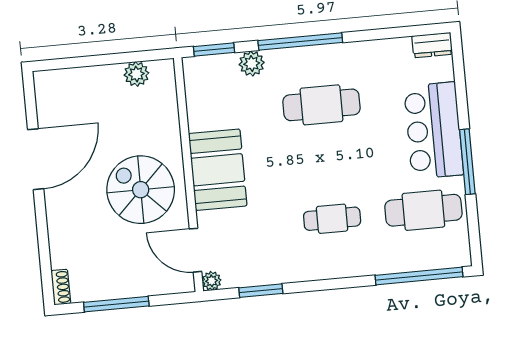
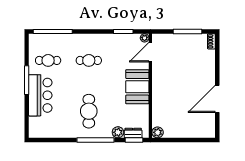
dresser: (432, 45) -> (133, 133), moved
plant: (136, 74) -> (158, 132), moved
cafe table: (321, 105) -> (89, 111), turned 90
spiral stairs: (141, 190) -> (172, 81), removed
cafe table: (423, 210) -> (48, 60), width x0.73, depth x0.74
door: (196, 250) -> (150, 52), swing flipped

